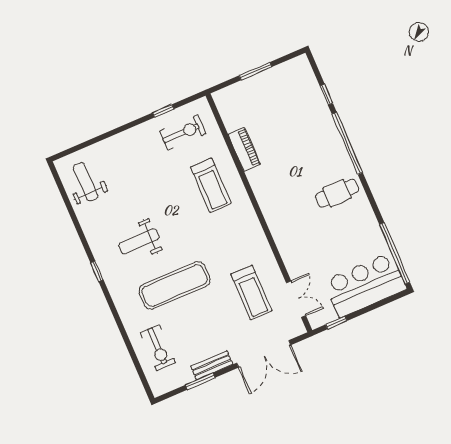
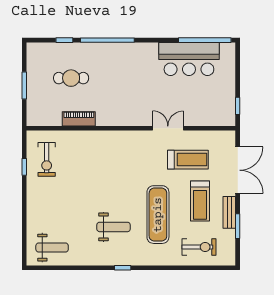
exercise bike: (183, 133) -> (47, 159), turned 180
weight bench: (86, 182) -> (52, 248), turned 180
treadmill: (211, 185) -> (200, 201), moved, turned 90
cafe table: (337, 193) -> (71, 78), moved, turned 90
weight bench: (139, 241) -> (114, 227), turned -90
bar counter: (365, 285) -> (189, 59), moved, turned -90
double door: (296, 299) -> (168, 128), moved

